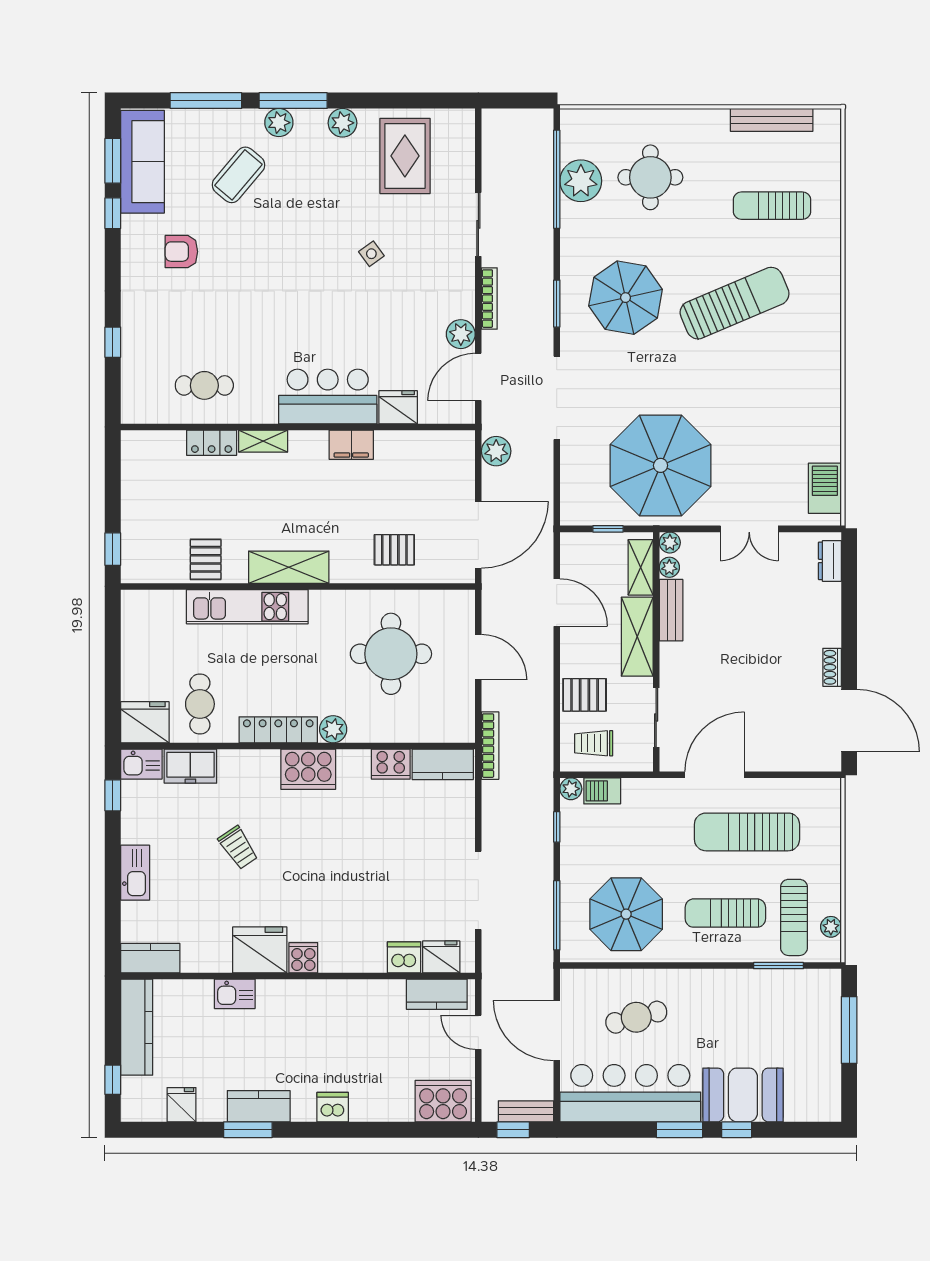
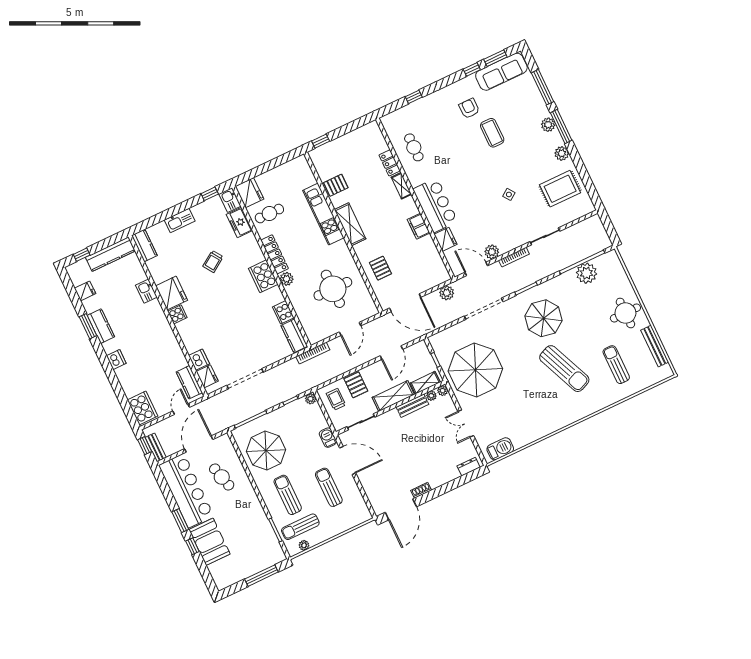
coffee table: (238, 175) -> (492, 133), moved, turned 50
round table: (650, 177) -> (625, 313), moved
barbecue: (602, 791) -> (328, 438), moved
sun lounger: (747, 832) -> (329, 487), width x0.73, depth x0.75

